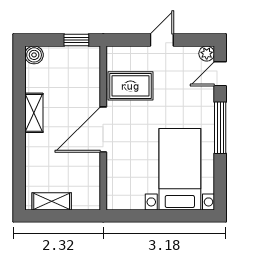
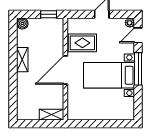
bed with nightstands: (180, 169) -> (109, 75), moved, turned -90
shelving: (52, 201) -> (51, 115), moved

